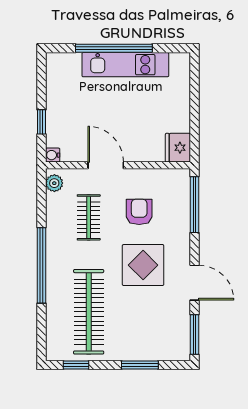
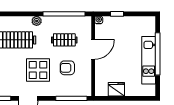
fridge: (178, 148) -> (116, 89), moved
plant: (54, 183) -> (37, 21), moved
armchair: (139, 212) -> (67, 68), turned 180
window: (41, 265) -> (64, 14), moved

